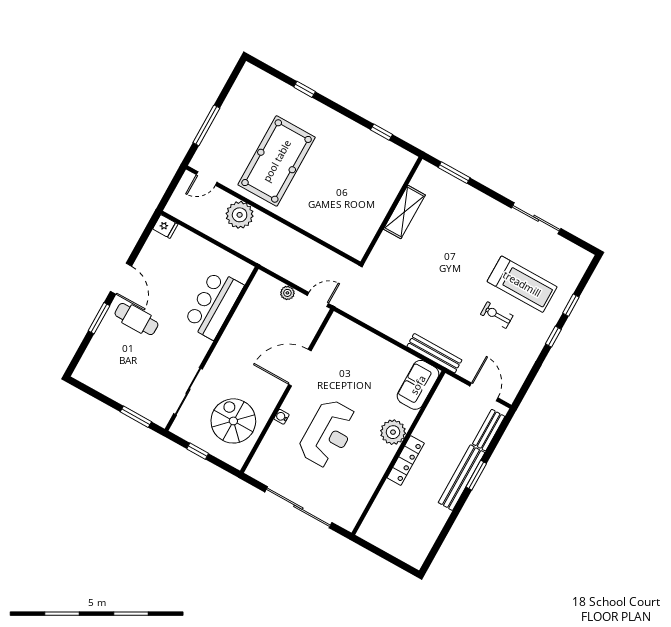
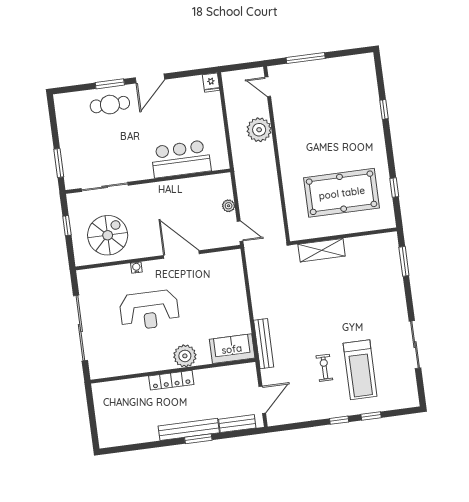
pool table: (277, 161) -> (342, 193), moved
shelving: (404, 212) -> (322, 250), moved
cafe table: (136, 319) -> (110, 105), moved, turned 90

